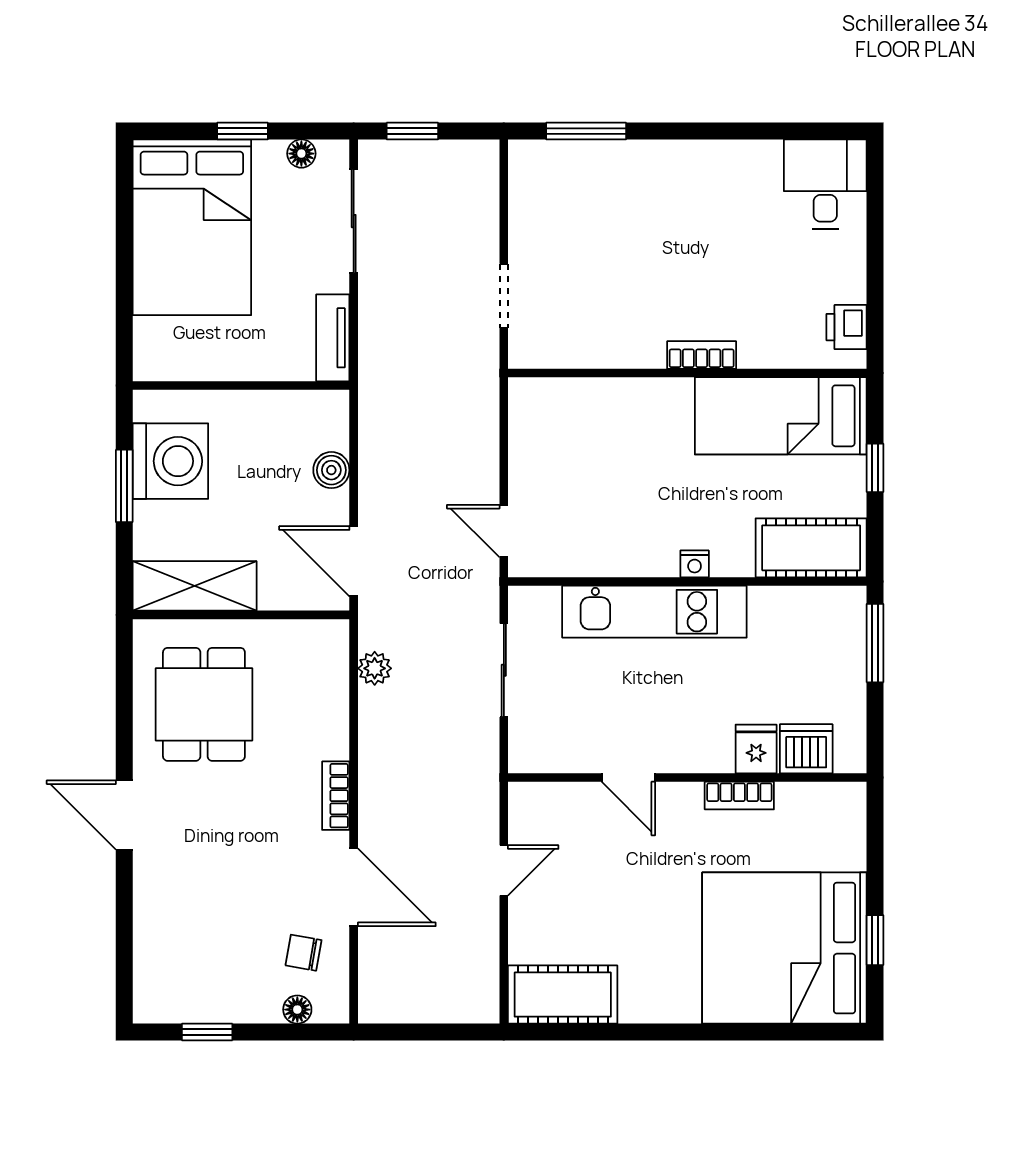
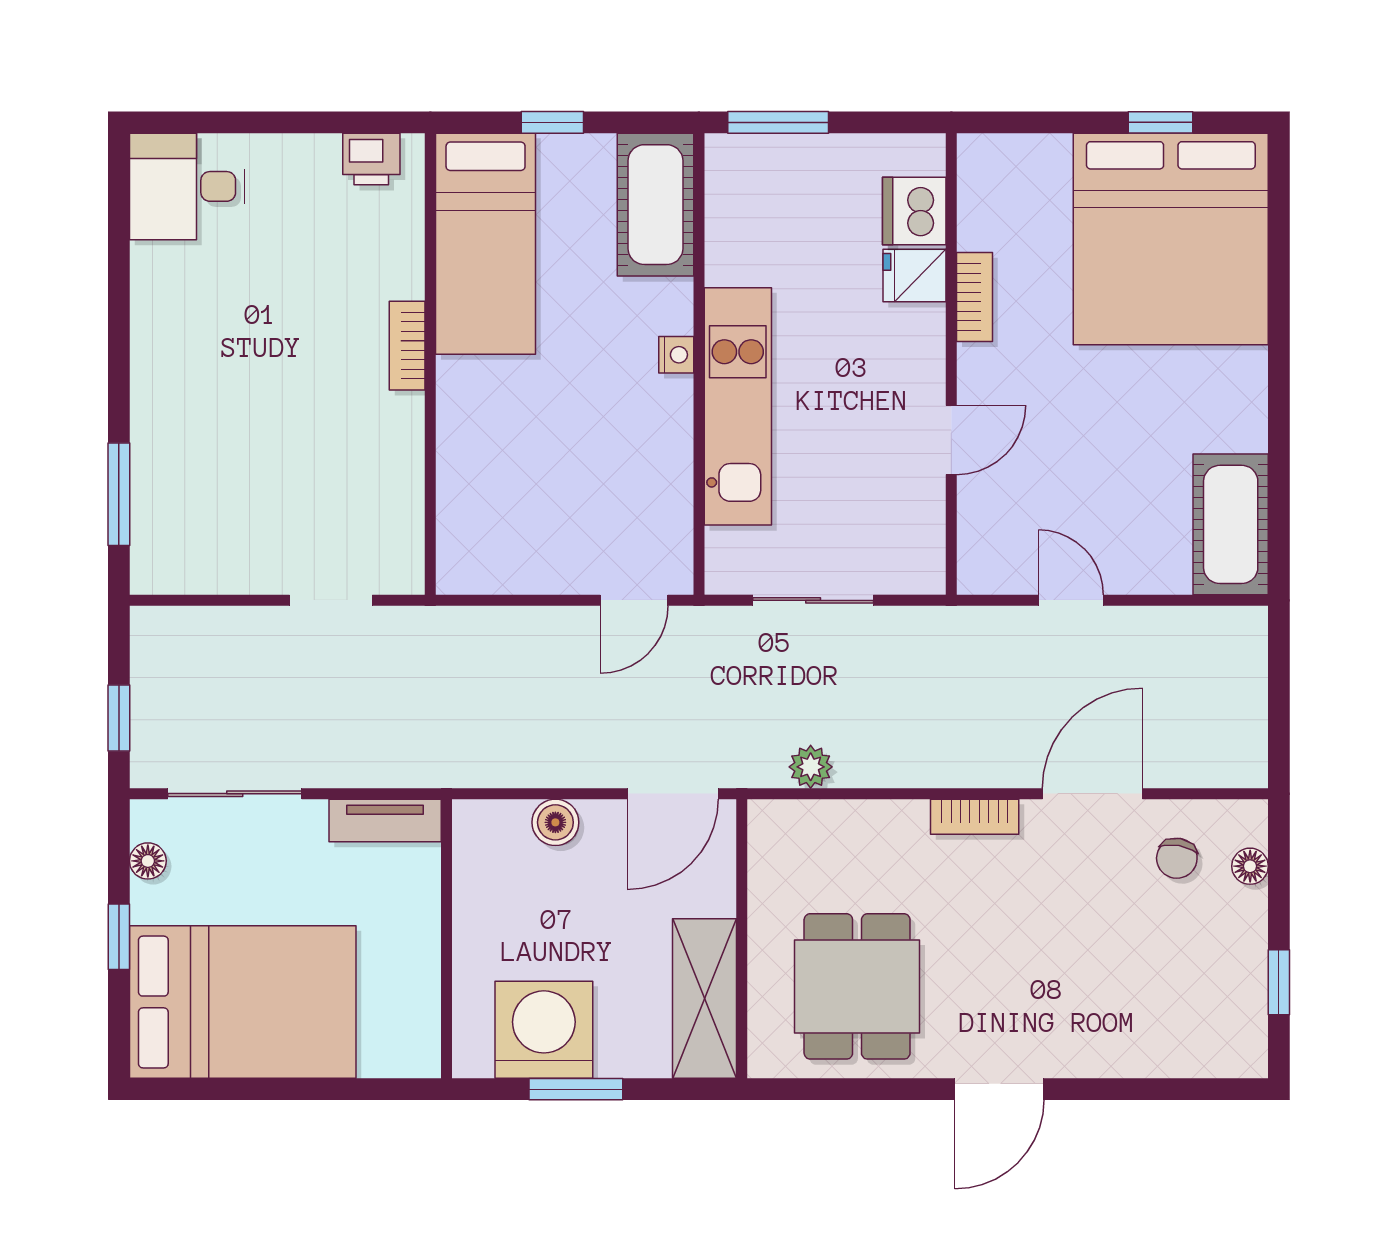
dining table: (204, 704) -> (857, 986), turned 90

